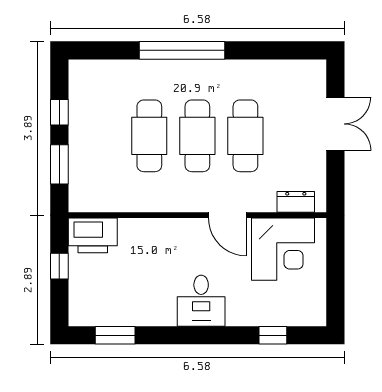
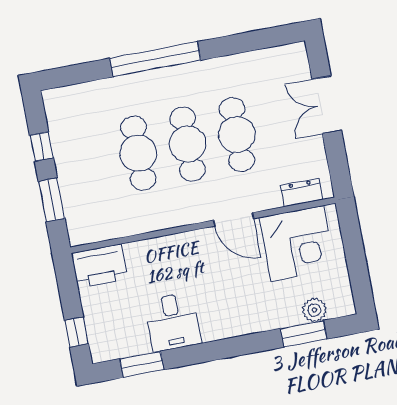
double door: (335, 124) -> (327, 105), swing flipped
window: (59, 266) -> (77, 332), moved
desk: (201, 301) -> (173, 322), moved
plant: (287, 315) -> (314, 310), added
window: (273, 335) -> (304, 334), width x1.50

